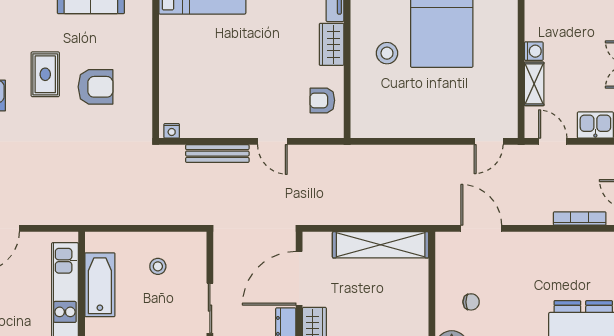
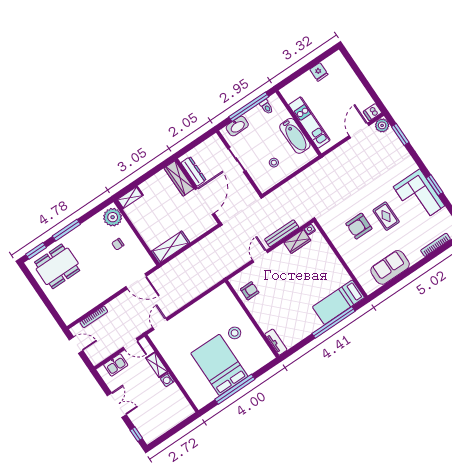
wardrobe: (332, 44) -> (297, 241), moved, turned 90
door: (272, 141) -> (260, 256), hinge flipped
shelving: (381, 245) -> (170, 247), width x0.68

